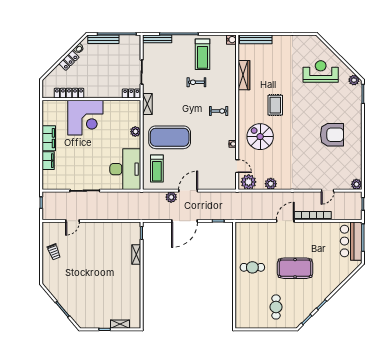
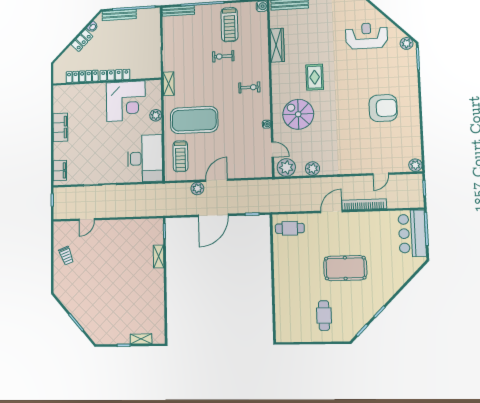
locker: (131, 94) -> (115, 75), moved, width x1.53
corner desk: (85, 118) -> (126, 101), moved
filing cabinet: (48, 161) -> (60, 171), moved
cafe table: (252, 267) -> (290, 228), moved

